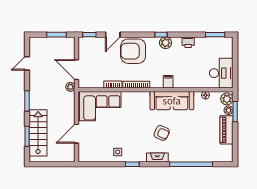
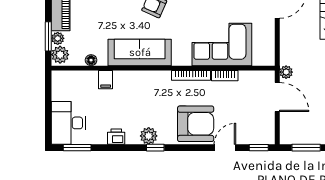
desk: (221, 73) -> (68, 123), moved
filing cabinet: (168, 82) -> (106, 80), moved
corner sofa: (100, 106) -> (222, 44), moved

